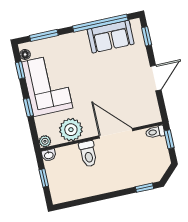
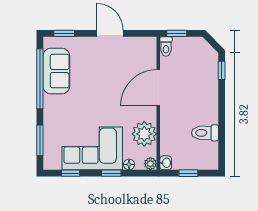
floor lamp: (25, 54) -> (129, 164), moved
toilet: (88, 154) -> (205, 133), moved, turned 180

